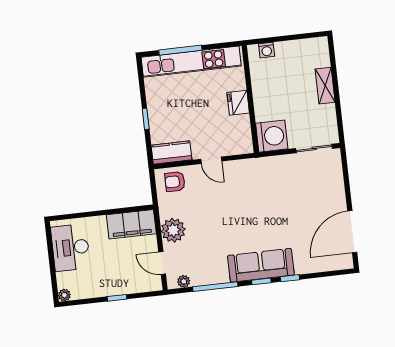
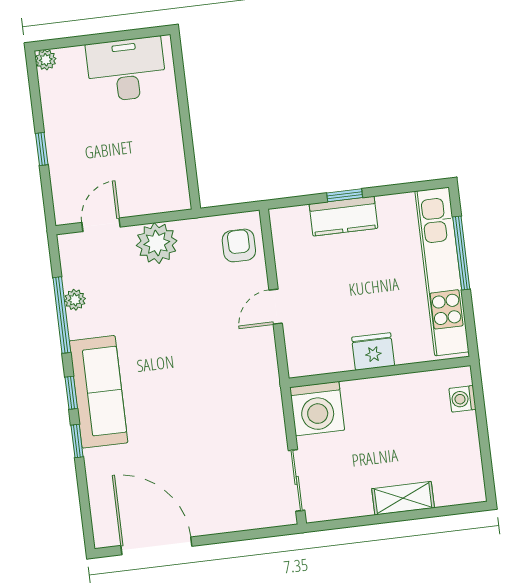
kitchen counter: (171, 152) -> (343, 216), moved, turned 90
filing cabinet: (131, 224) -> (166, 172), removed
plant: (184, 281) -> (75, 300), moved

